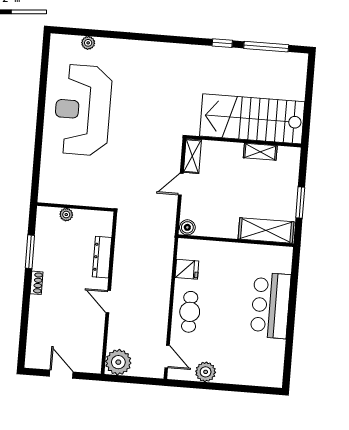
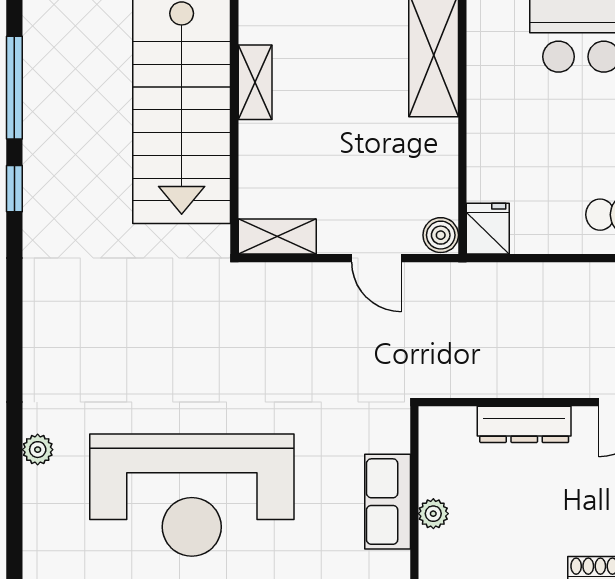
plant: (88, 43) -> (38, 450), moved
door: (181, 184) -> (376, 258), moved
row of seats: (73, 195) -> (388, 502), added
fridge: (187, 269) -> (488, 229), moved

